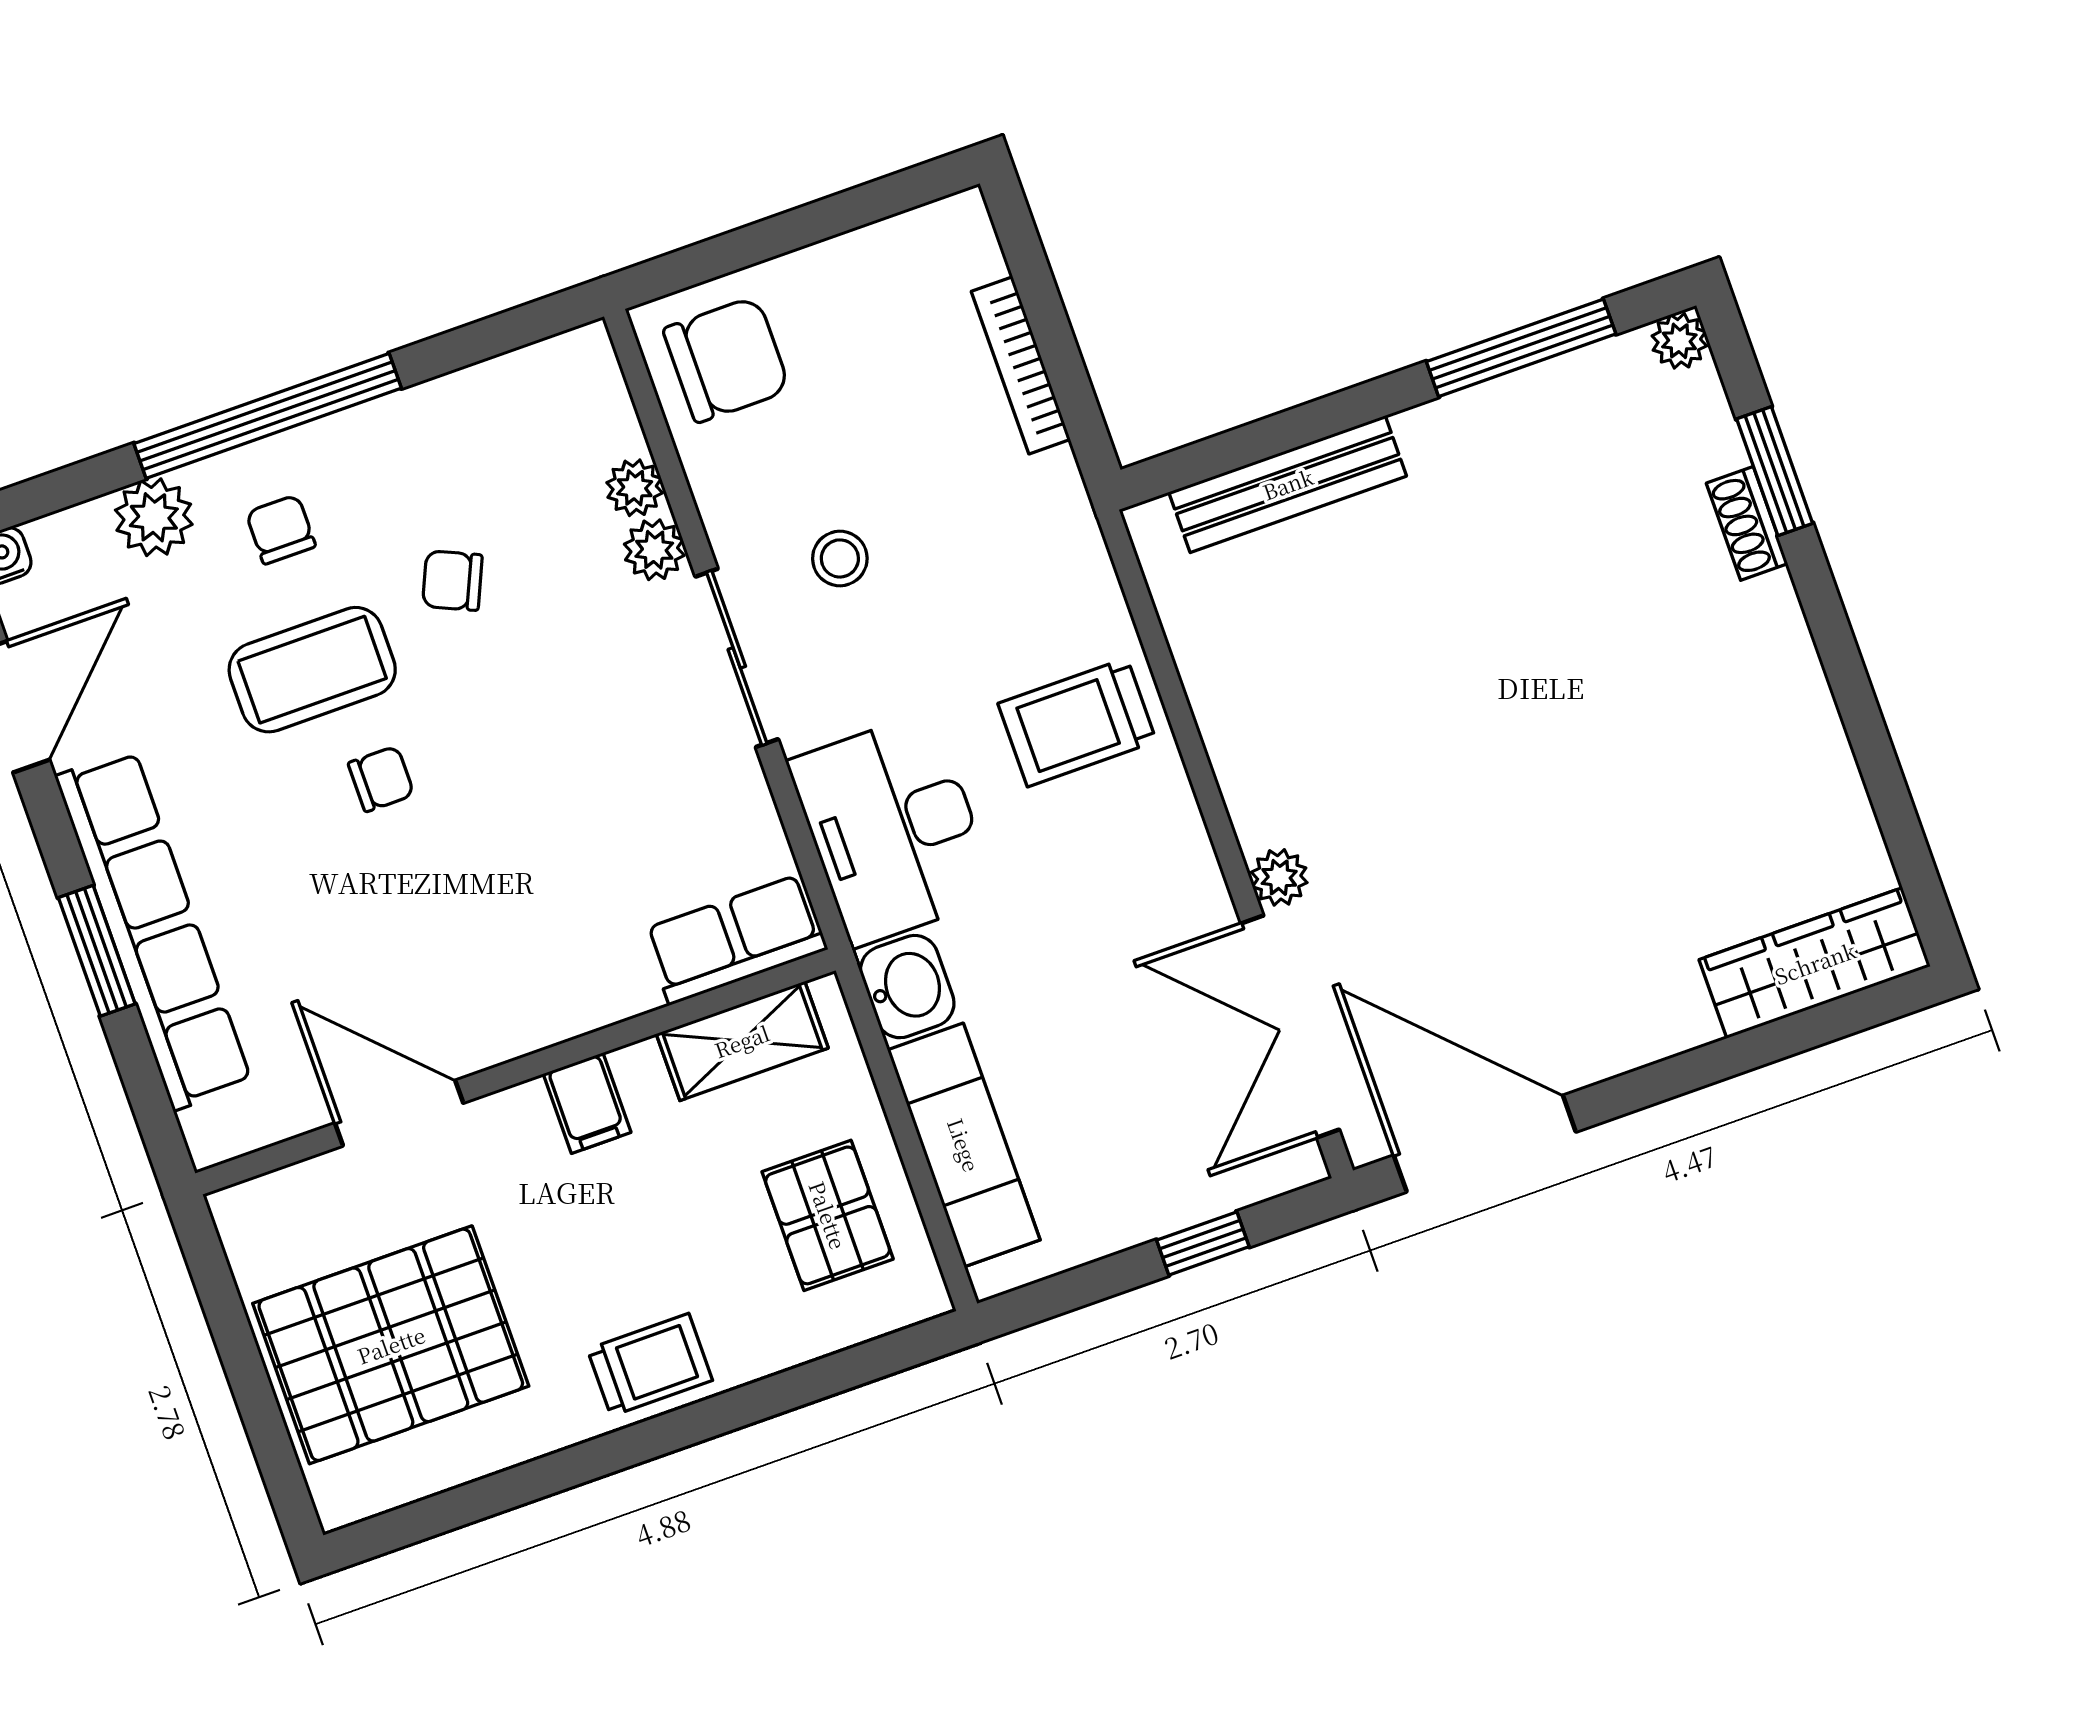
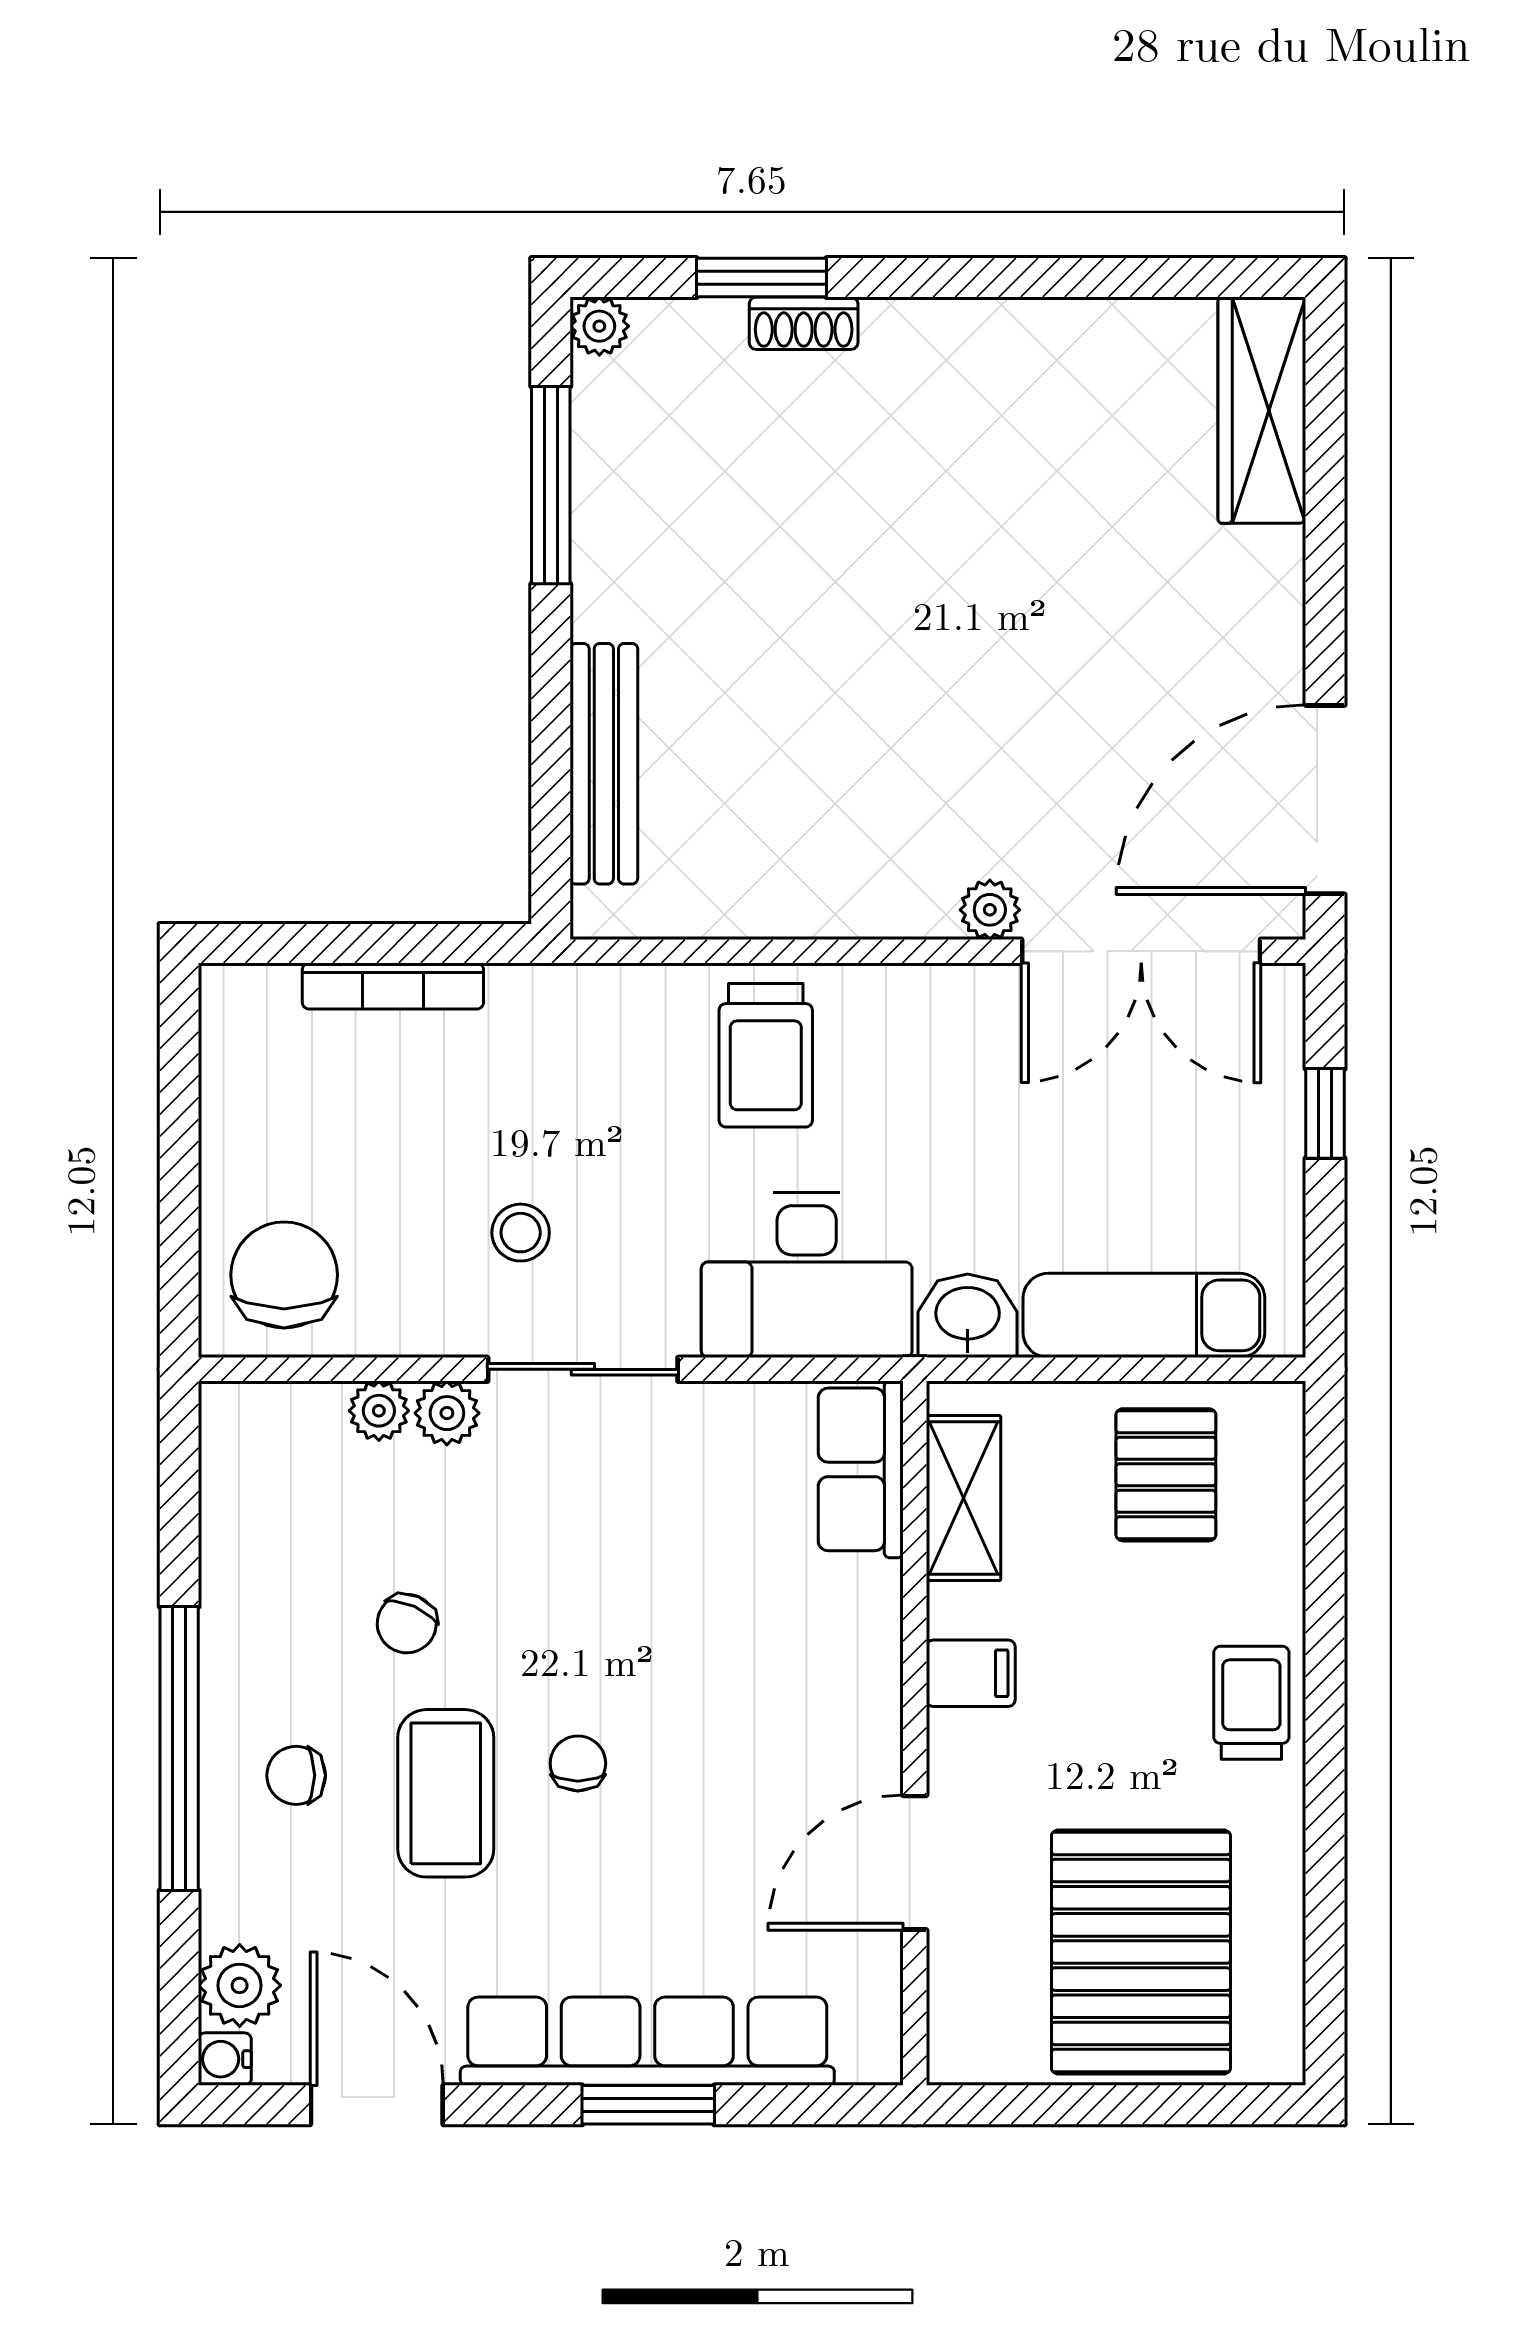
plant: (154, 517) -> (240, 1985), moved
pallet: (828, 1215) -> (1166, 1475), turned 90

